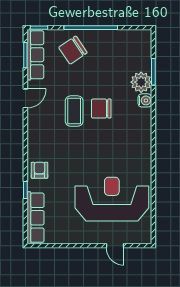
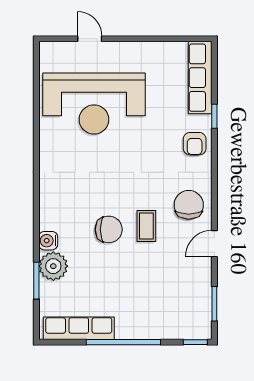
chair: (73, 50) -> (189, 205), moved, turned -56
row of seats: (35, 55) -> (79, 328), moved, turned 90
coffee table: (74, 111) -> (146, 226), width x0.73, depth x0.77

